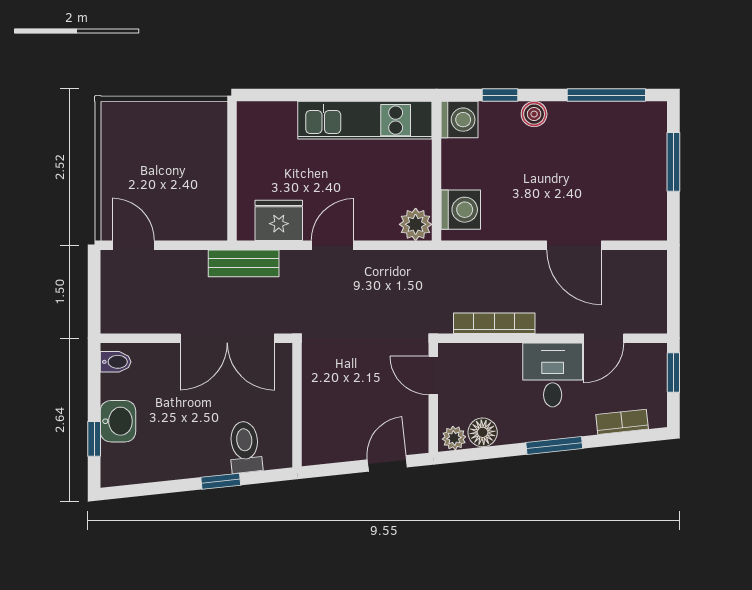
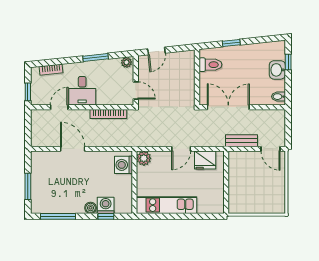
washing machine: (459, 120) -> (106, 205), moved, turned 90
bench: (244, 263) -> (241, 141), moved
floor lamp: (483, 432) -> (114, 65), removed
window: (554, 446) -> (96, 57), moved
toilet: (245, 447) -> (210, 65), moved, turned -84

